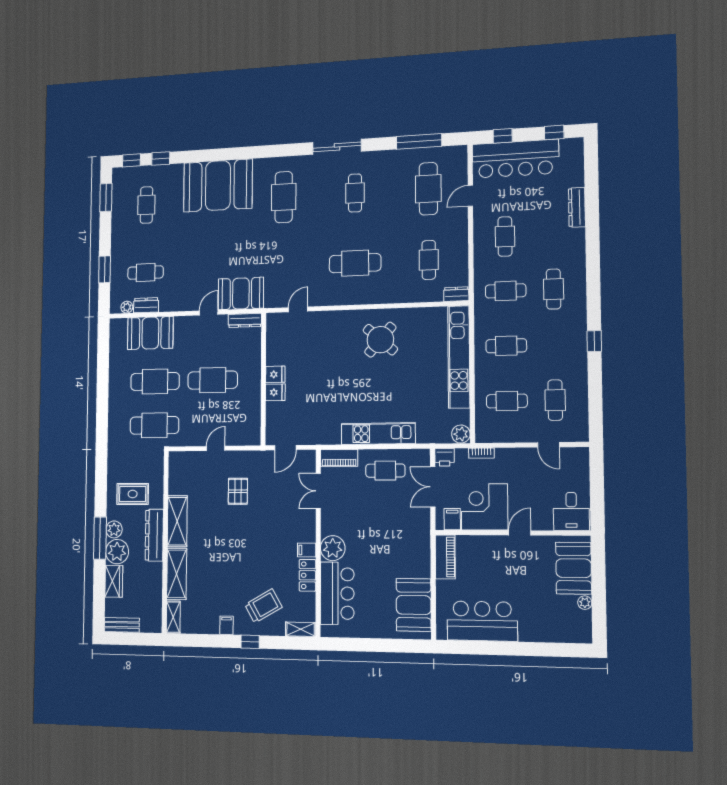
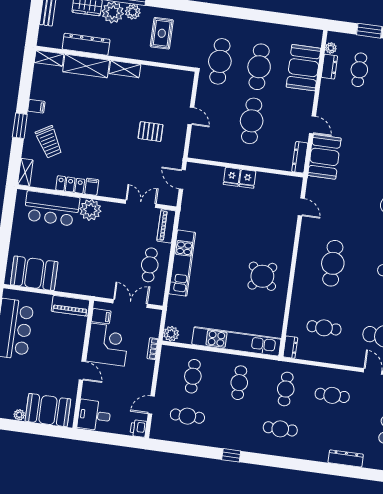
printer: (445, 457) -> (138, 428), moved
shelving: (177, 521) -> (125, 69), width x0.67, depth x0.75
dresser: (154, 535) -> (86, 44), moved
window: (250, 642) -> (20, 126), width x1.50

